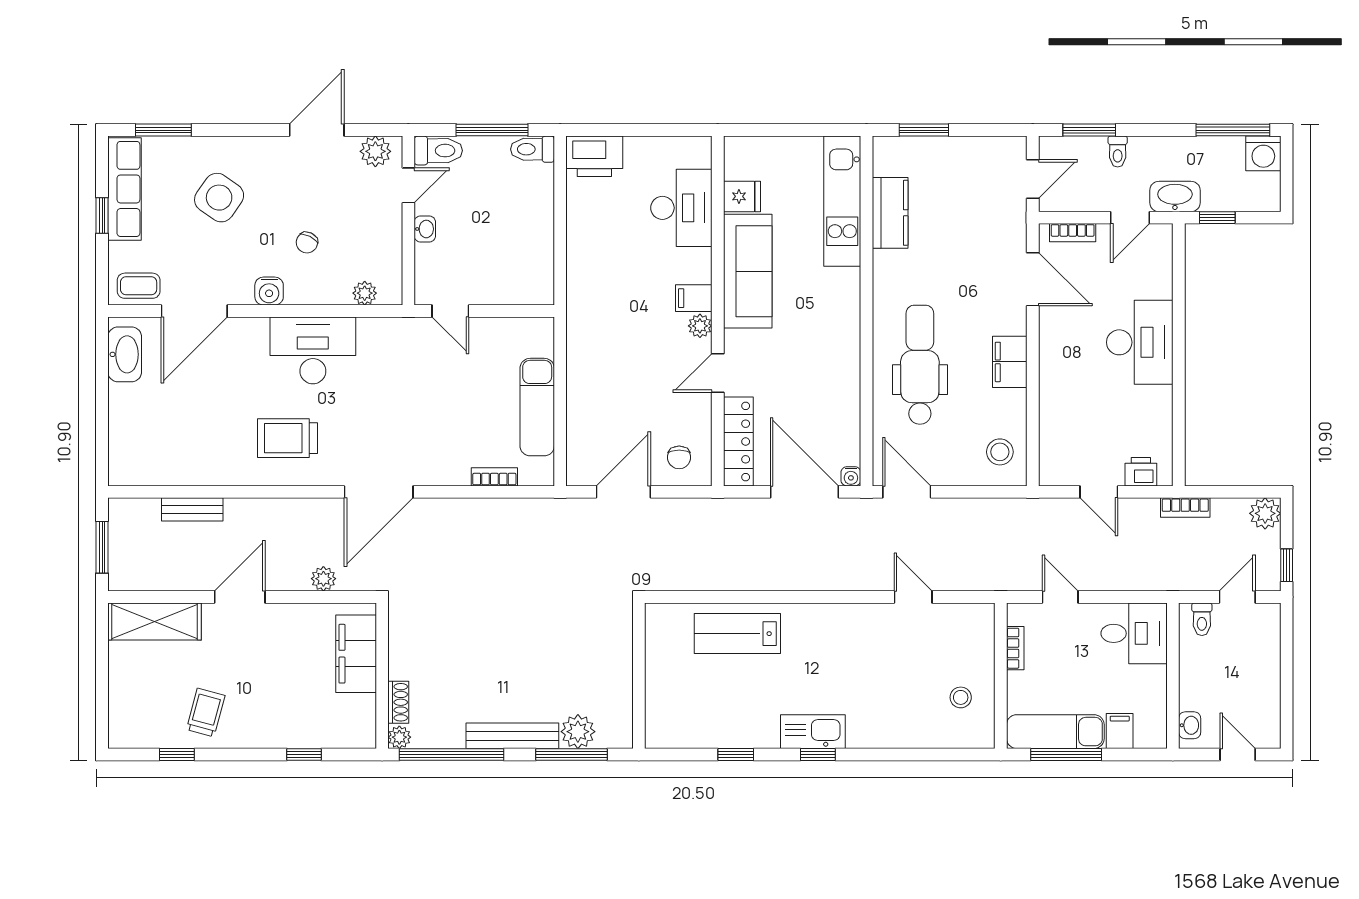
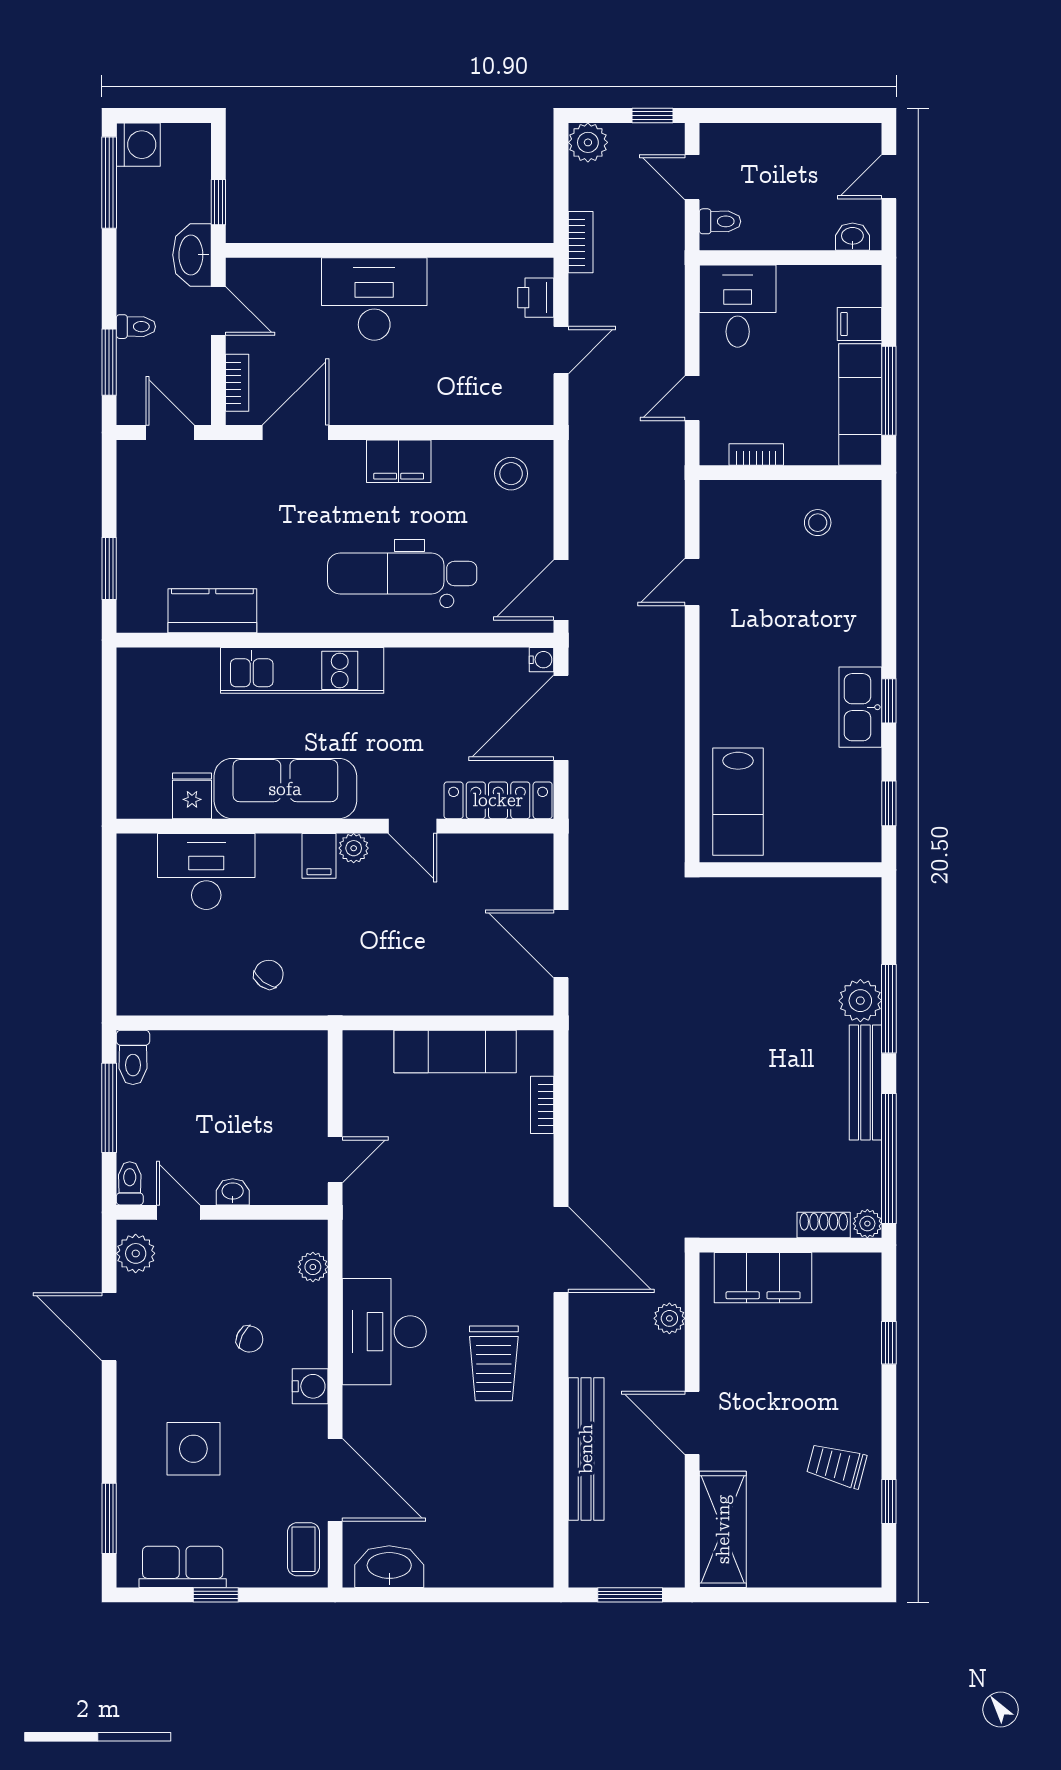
toilet: (438, 151) -> (130, 1183), width x0.73, depth x0.72
printer: (594, 156) -> (142, 980), removed
row of seats: (124, 189) -> (183, 1567), width x0.68
side table: (219, 198) -> (193, 1449), turned -35
kitchen unit: (842, 201) -> (302, 670), moved
chair: (679, 457) -> (269, 974), moved, turned -53
bench: (192, 509) -> (586, 1449), width x1.86, depth x1.21
wall: (639, 676) -> (791, 870), moved

